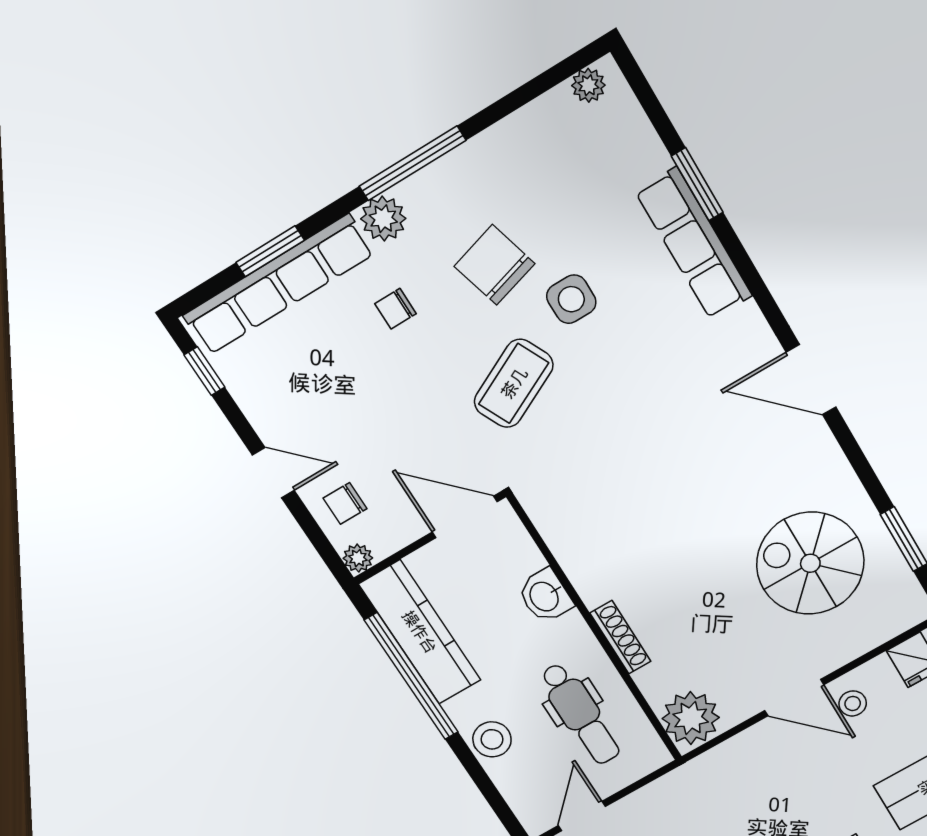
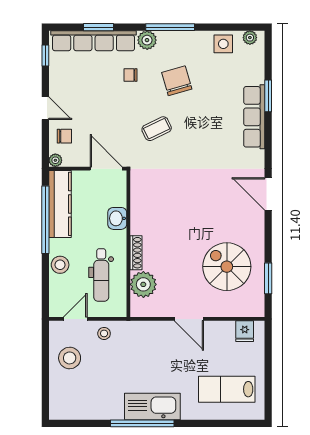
side table: (571, 299) -> (223, 44), moved
coffee table: (514, 383) -> (157, 129), width x0.73, depth x0.77
chair: (345, 503) -> (64, 136), turned 180
stool: (853, 703) -> (104, 333), moved
plant: (691, 718) -> (143, 284), moved

